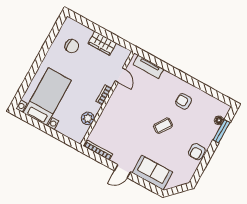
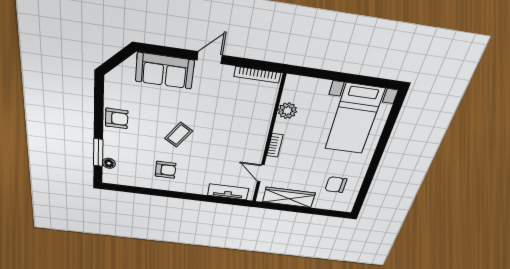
wardrobe: (102, 43) -> (289, 197), width x1.50
armchair: (197, 152) -> (117, 118), turned 90

